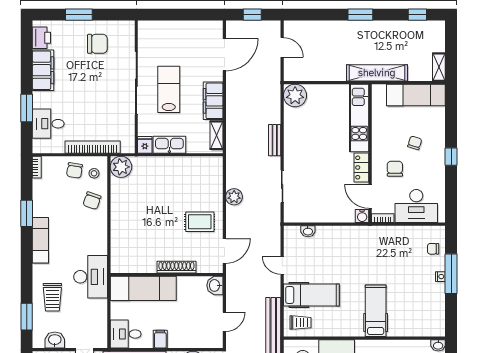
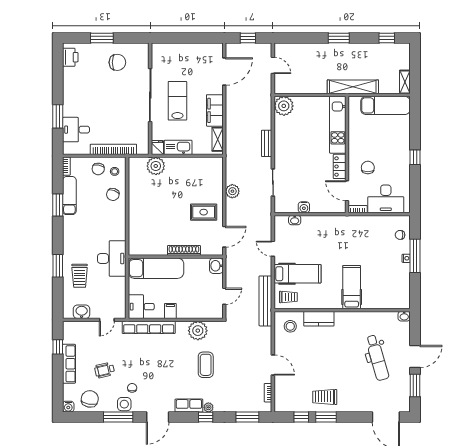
filing cabinet: (43, 70) -> (72, 85), removed
chair: (415, 143) -> (385, 146), removed
plant: (121, 167) -> (156, 166), moved
water cooler: (362, 216) -> (304, 207), moved
exam couch: (40, 240) -> (69, 196), moved
window: (27, 317) -> (58, 266), moved

